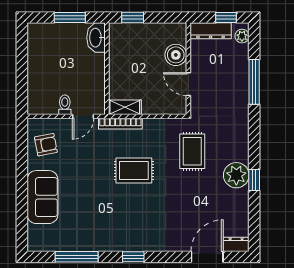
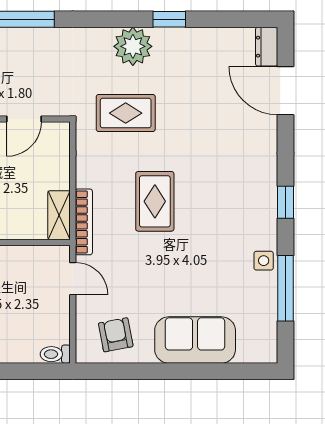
toilet: (65, 105) -> (55, 354), moved
plant: (236, 175) -> (133, 46), moved
side table: (95, 242) -> (264, 261), added

